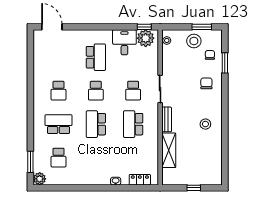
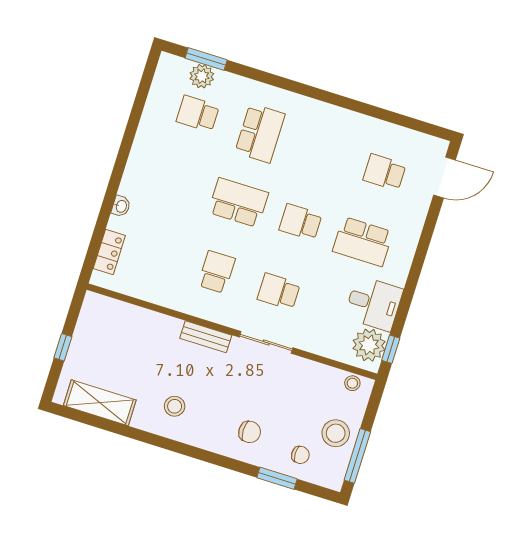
window: (202, 27) -> (357, 456), width x1.44
school desk: (58, 91) -> (384, 172), moved
school desk: (133, 124) -> (217, 272), width x0.54
shelving: (169, 150) -> (100, 403), moved
plant: (40, 179) -> (202, 76), moved

